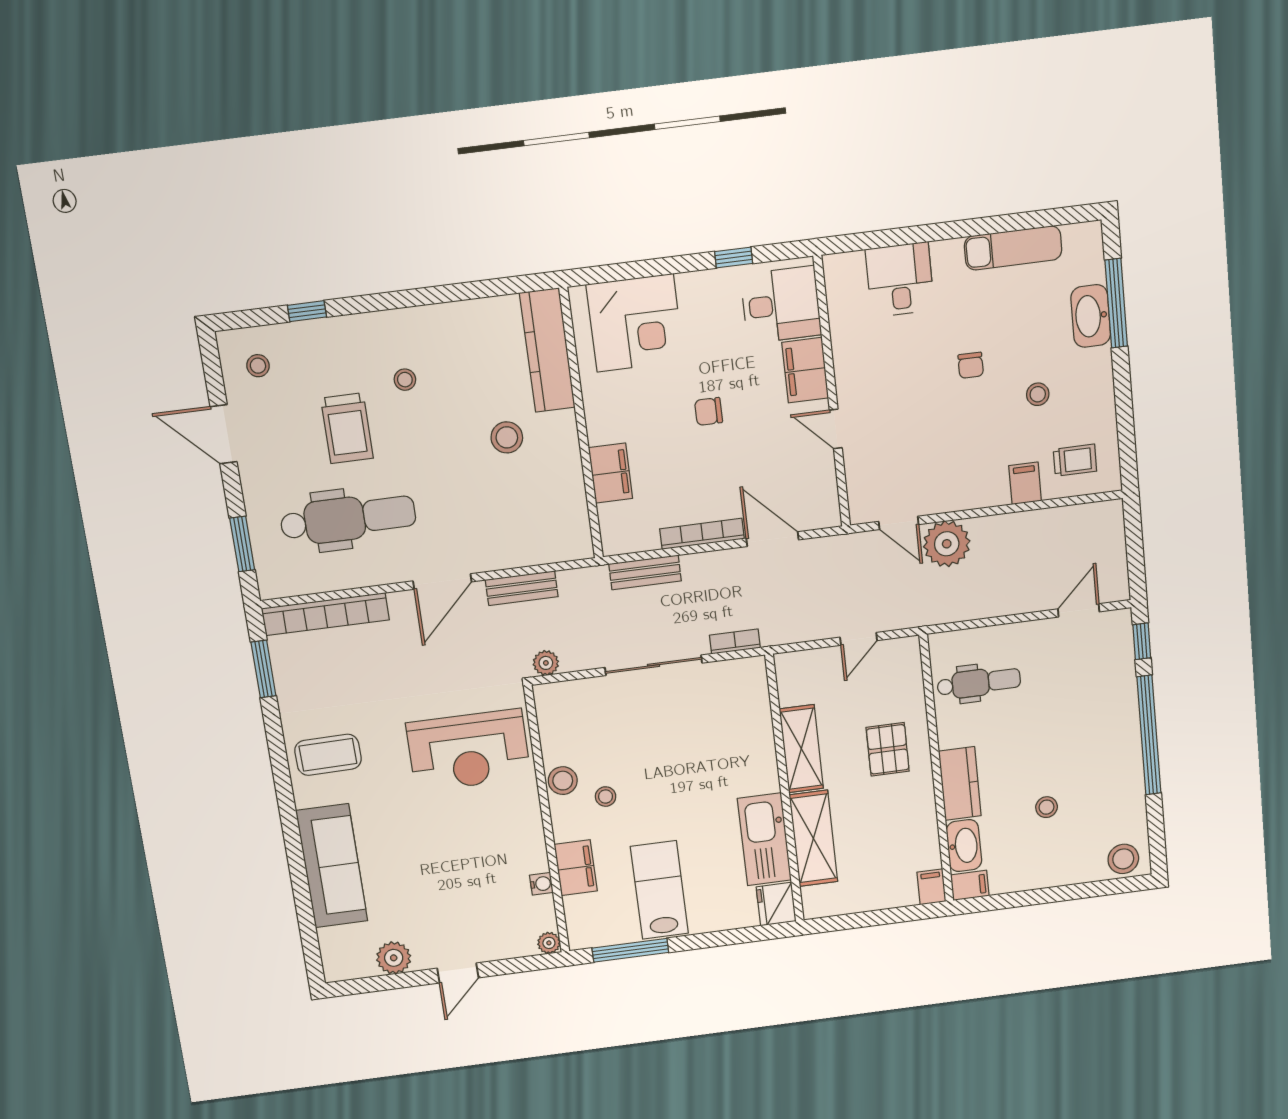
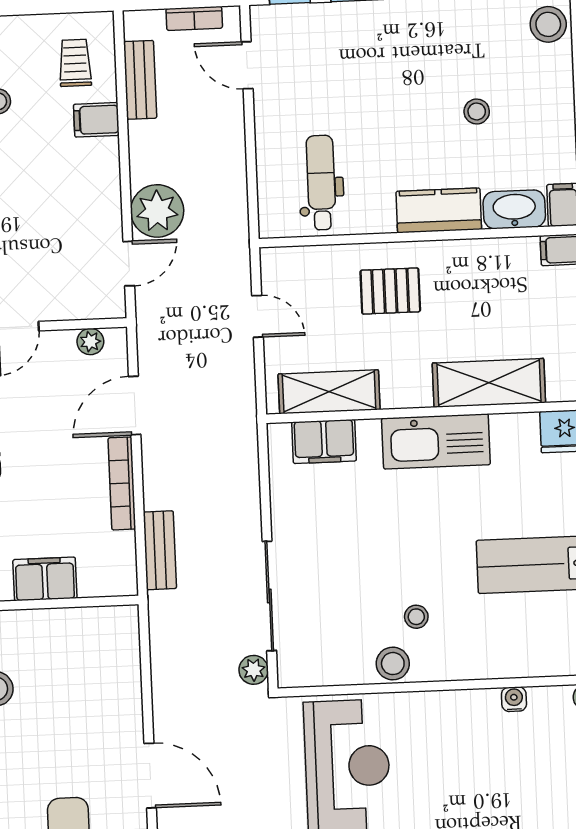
plant: (827, 495) -> (90, 342), added
bench: (522, 588) -> (140, 80), moved
bookcase: (735, 642) -> (194, 18), moved, turned -90
sliding door: (654, 665) -> (269, 596), moved
shelving: (801, 749) -> (329, 392), moved
kitchen sink: (764, 839) -> (436, 441), moved
filing cabinet: (576, 868) -> (324, 441), moved, turned 180

